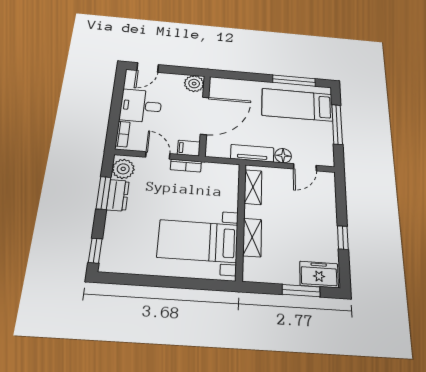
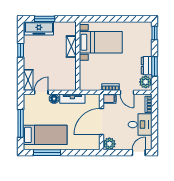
shelving: (253, 187) -> (28, 80), moved
freezer: (319, 275) -> (39, 28), width x1.40

